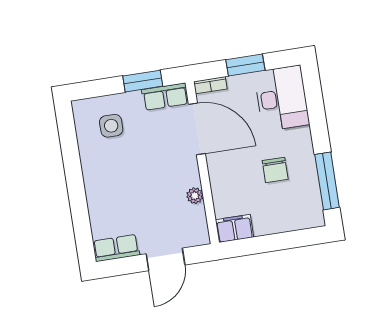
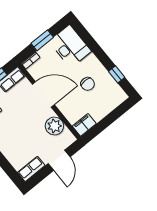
door: (197, 129) -> (43, 94), moved
window: (327, 181) -> (117, 74), width x0.46
plant: (195, 196) -> (54, 126), width x1.88, depth x1.88

